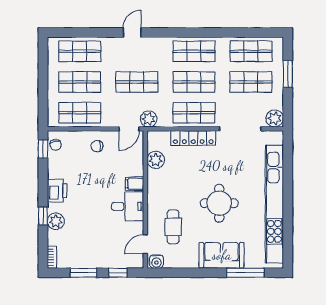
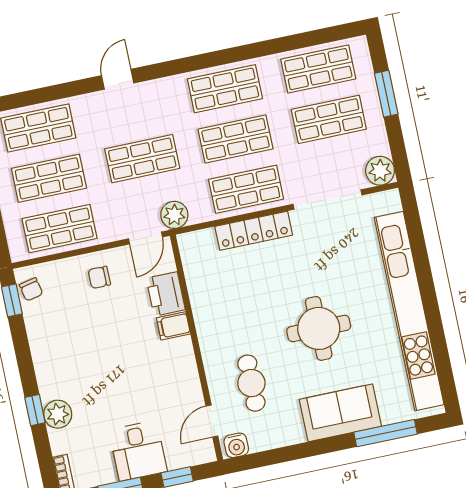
plant: (156, 160) -> (200, 279), removed
printer: (57, 191) -> (166, 294), moved, turned 180
desk: (128, 206) -> (138, 451), moved, turned 90

